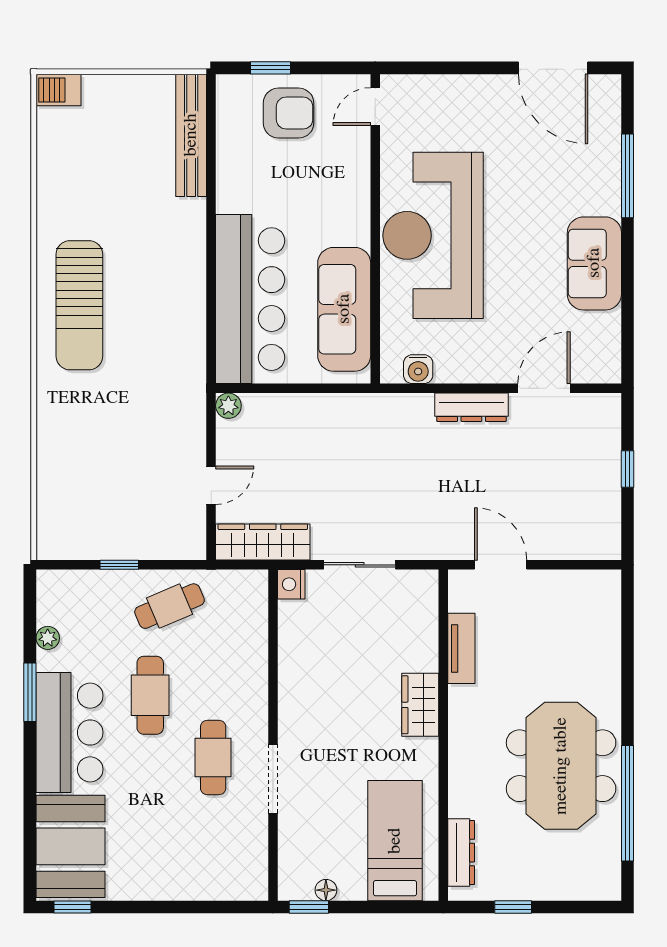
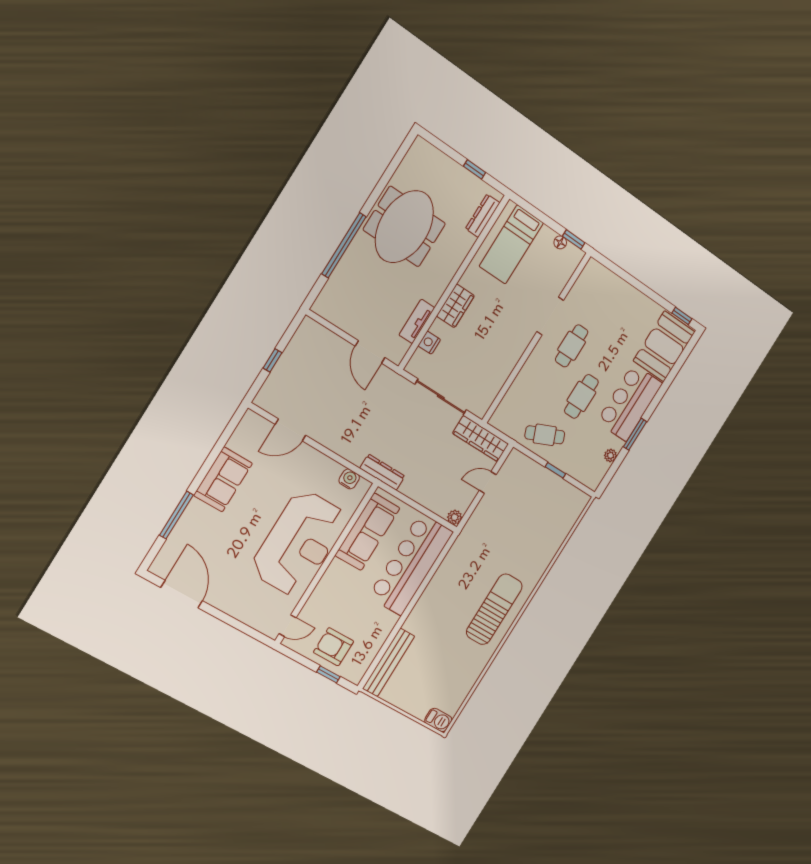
dresser: (471, 407) -> (382, 472), moved
sliding door: (360, 565) -> (441, 397), width x1.37
nightstand: (291, 584) -> (429, 343), moved, turned 180
window: (628, 803) -> (344, 245), moved

